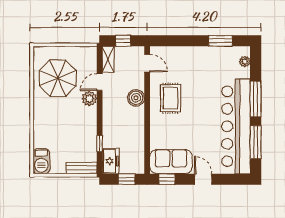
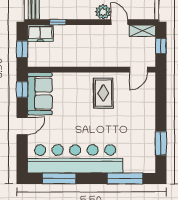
plant: (245, 62) -> (140, 168), removed
boiler: (136, 98) -> (104, 59), removed
rug: (170, 98) -> (103, 93), turned 90
window: (256, 99) -> (125, 178), moved

